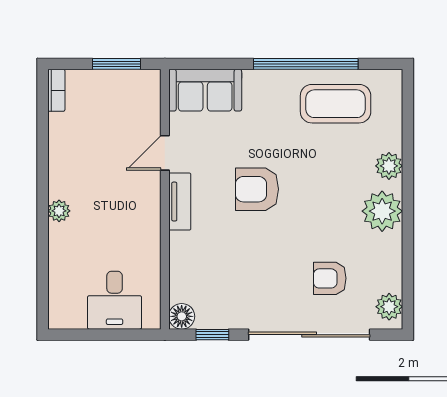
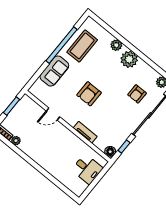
sofa: (205, 90) -> (54, 71), moved
door: (165, 153) -> (53, 114), hinge flipped
tv unit: (180, 202) -> (85, 132), moved
plant: (59, 211) -> (16, 141), moved

